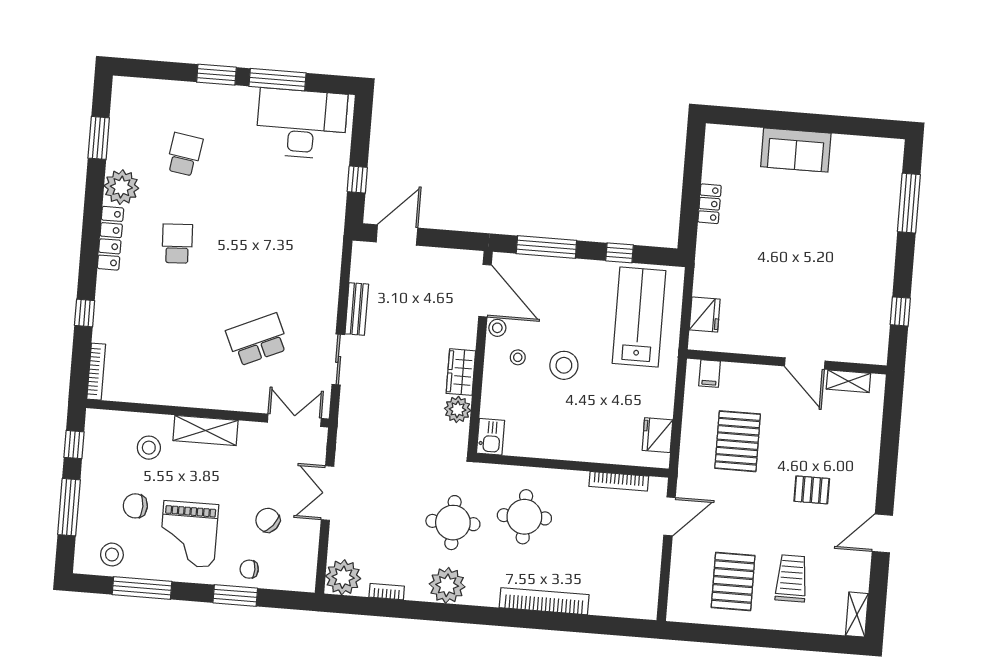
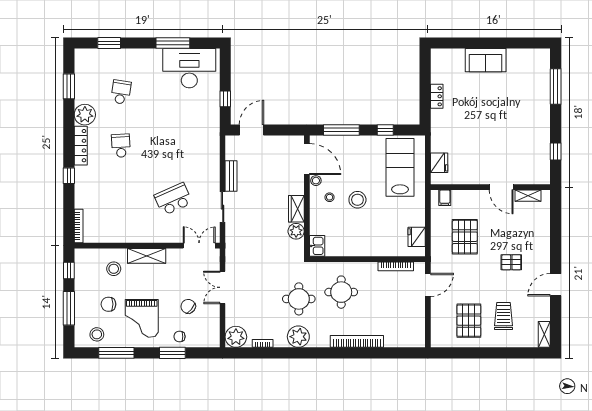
window: (216, 75) -> (109, 43), moved
window: (85, 313) -> (69, 176), moved

